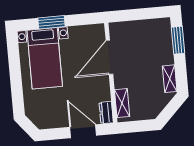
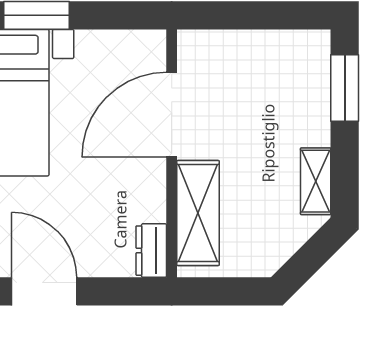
shelving: (122, 103) -> (198, 213), width x1.50, depth x1.33
door: (83, 131) -> (44, 291), moved

